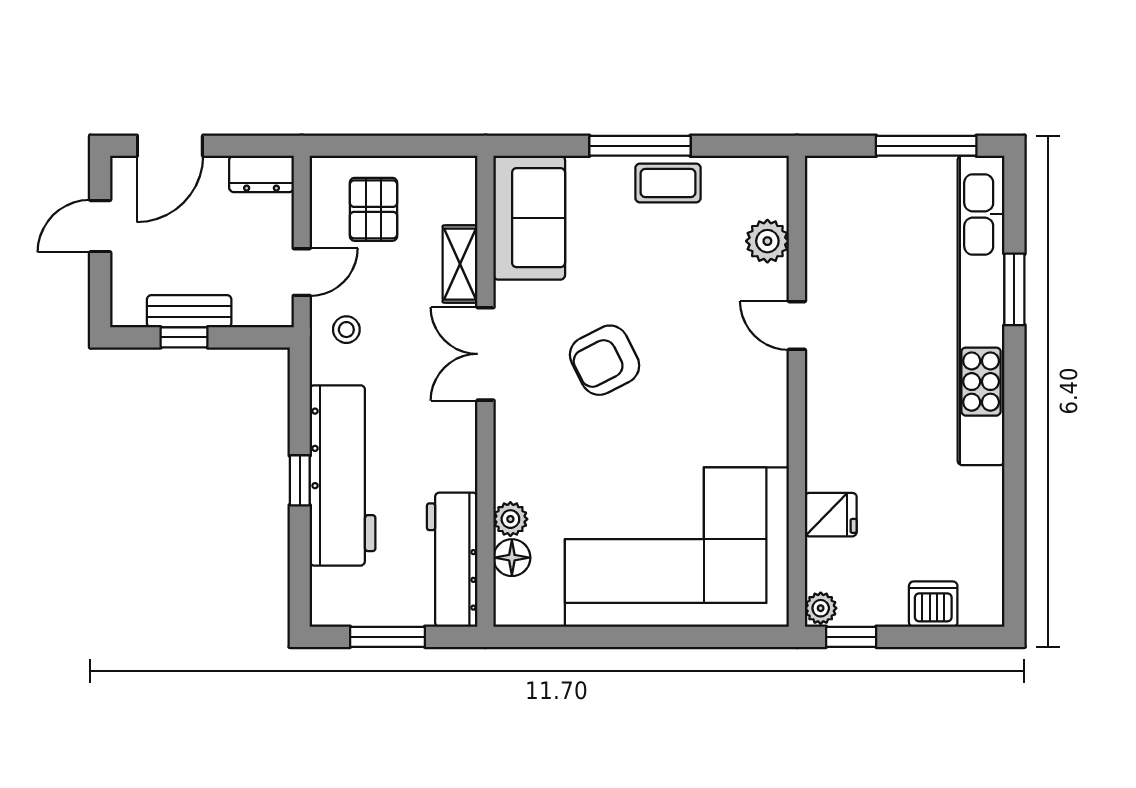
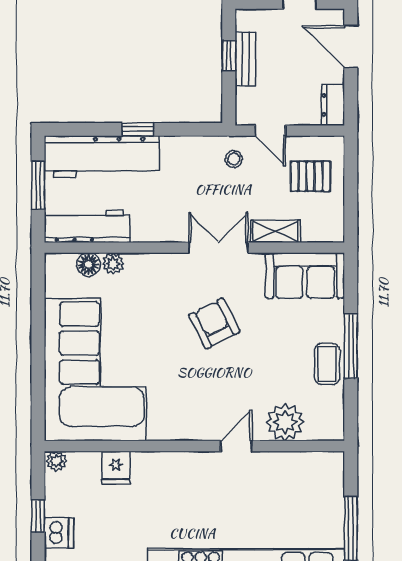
plant: (767, 241) -> (285, 422), width x1.36, depth x1.36
workbench: (343, 475) -> (102, 157), moved
window: (851, 637) -> (38, 516), moved

